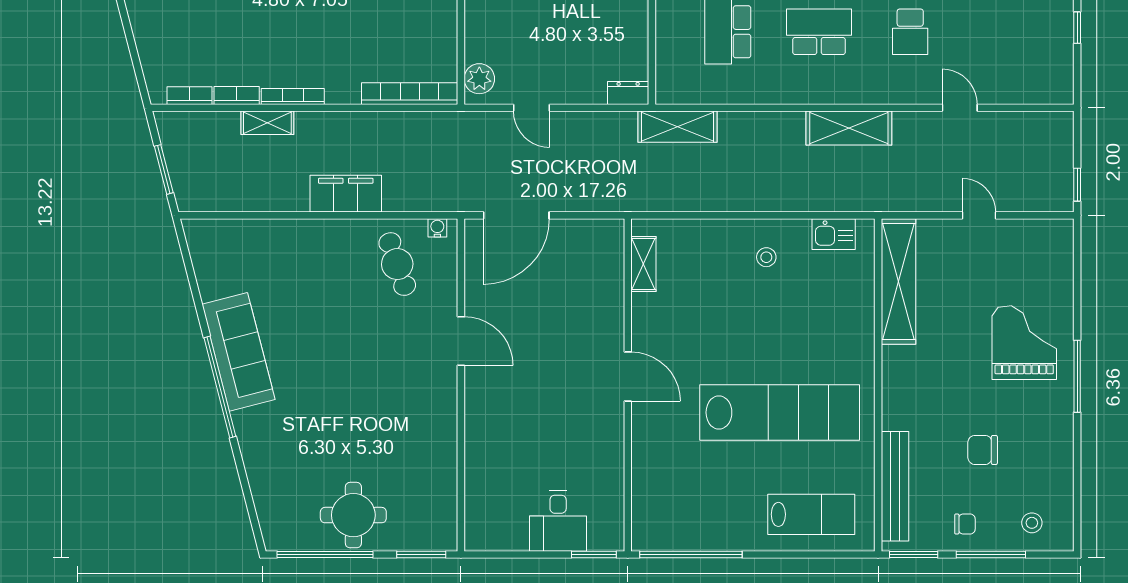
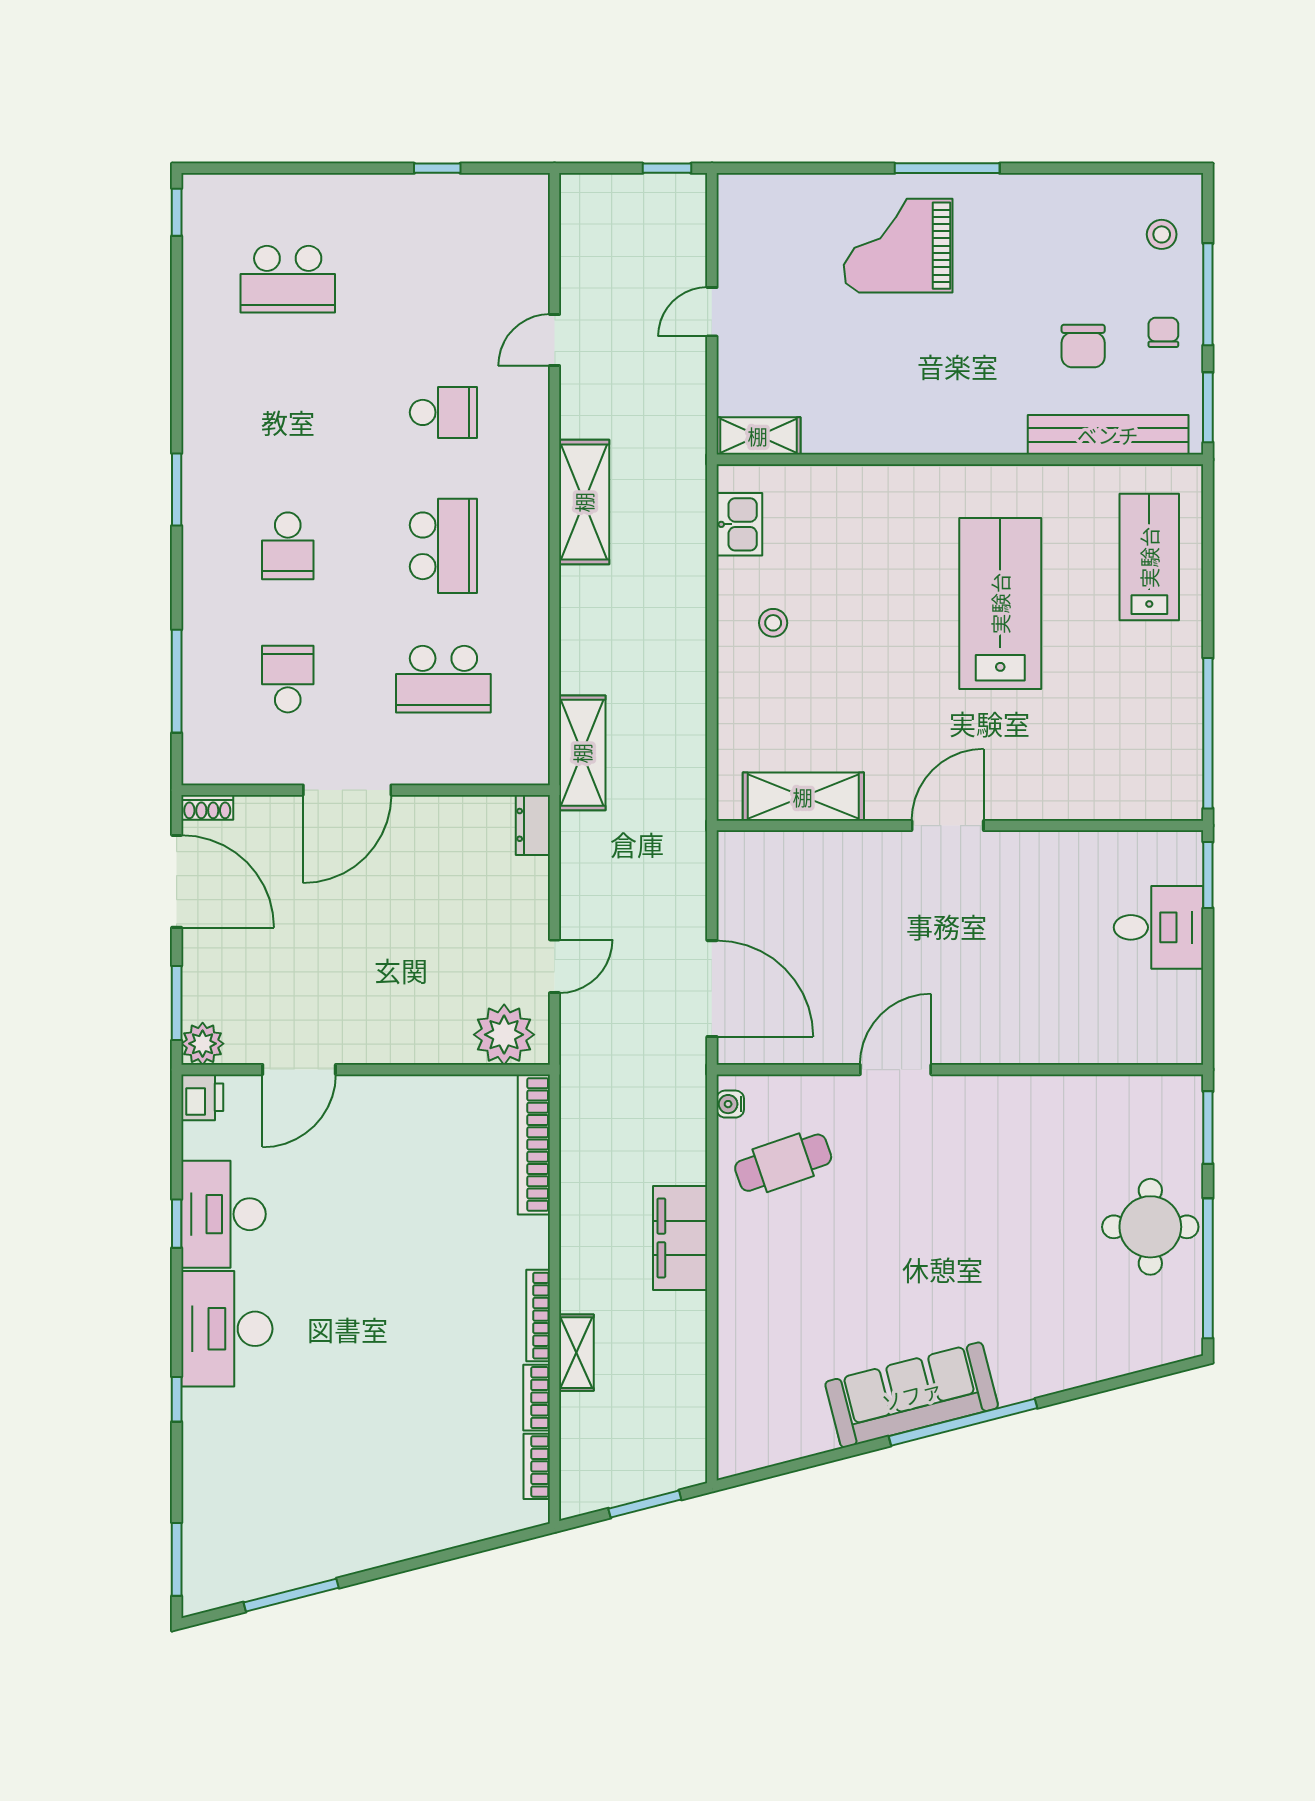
school desk: (819, 32) -> (443, 546), turned 180
plant: (479, 79) -> (504, 1035), width x1.36, depth x1.36
shelving: (643, 264) -> (803, 797), width x1.50, depth x1.33
shelving: (898, 281) -> (758, 436), width x0.45, depth x0.75
lab bench: (780, 412) -> (1000, 603), width x0.73
chair: (983, 450) -> (1083, 346), moved

